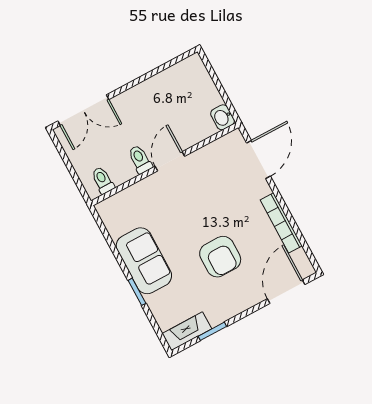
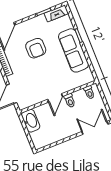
washbasin: (223, 117) -> (31, 121), width x1.91, depth x1.45
armchair: (220, 257) -> (36, 48), turned 180
sofa: (144, 261) -> (73, 50), width x1.36

